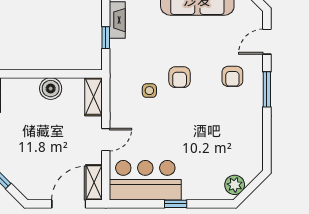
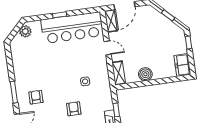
armchair: (180, 77) -> (74, 109), moved
door: (106, 140) -> (108, 48), swing flipped
bar counter: (145, 180) -> (72, 28), width x1.36

